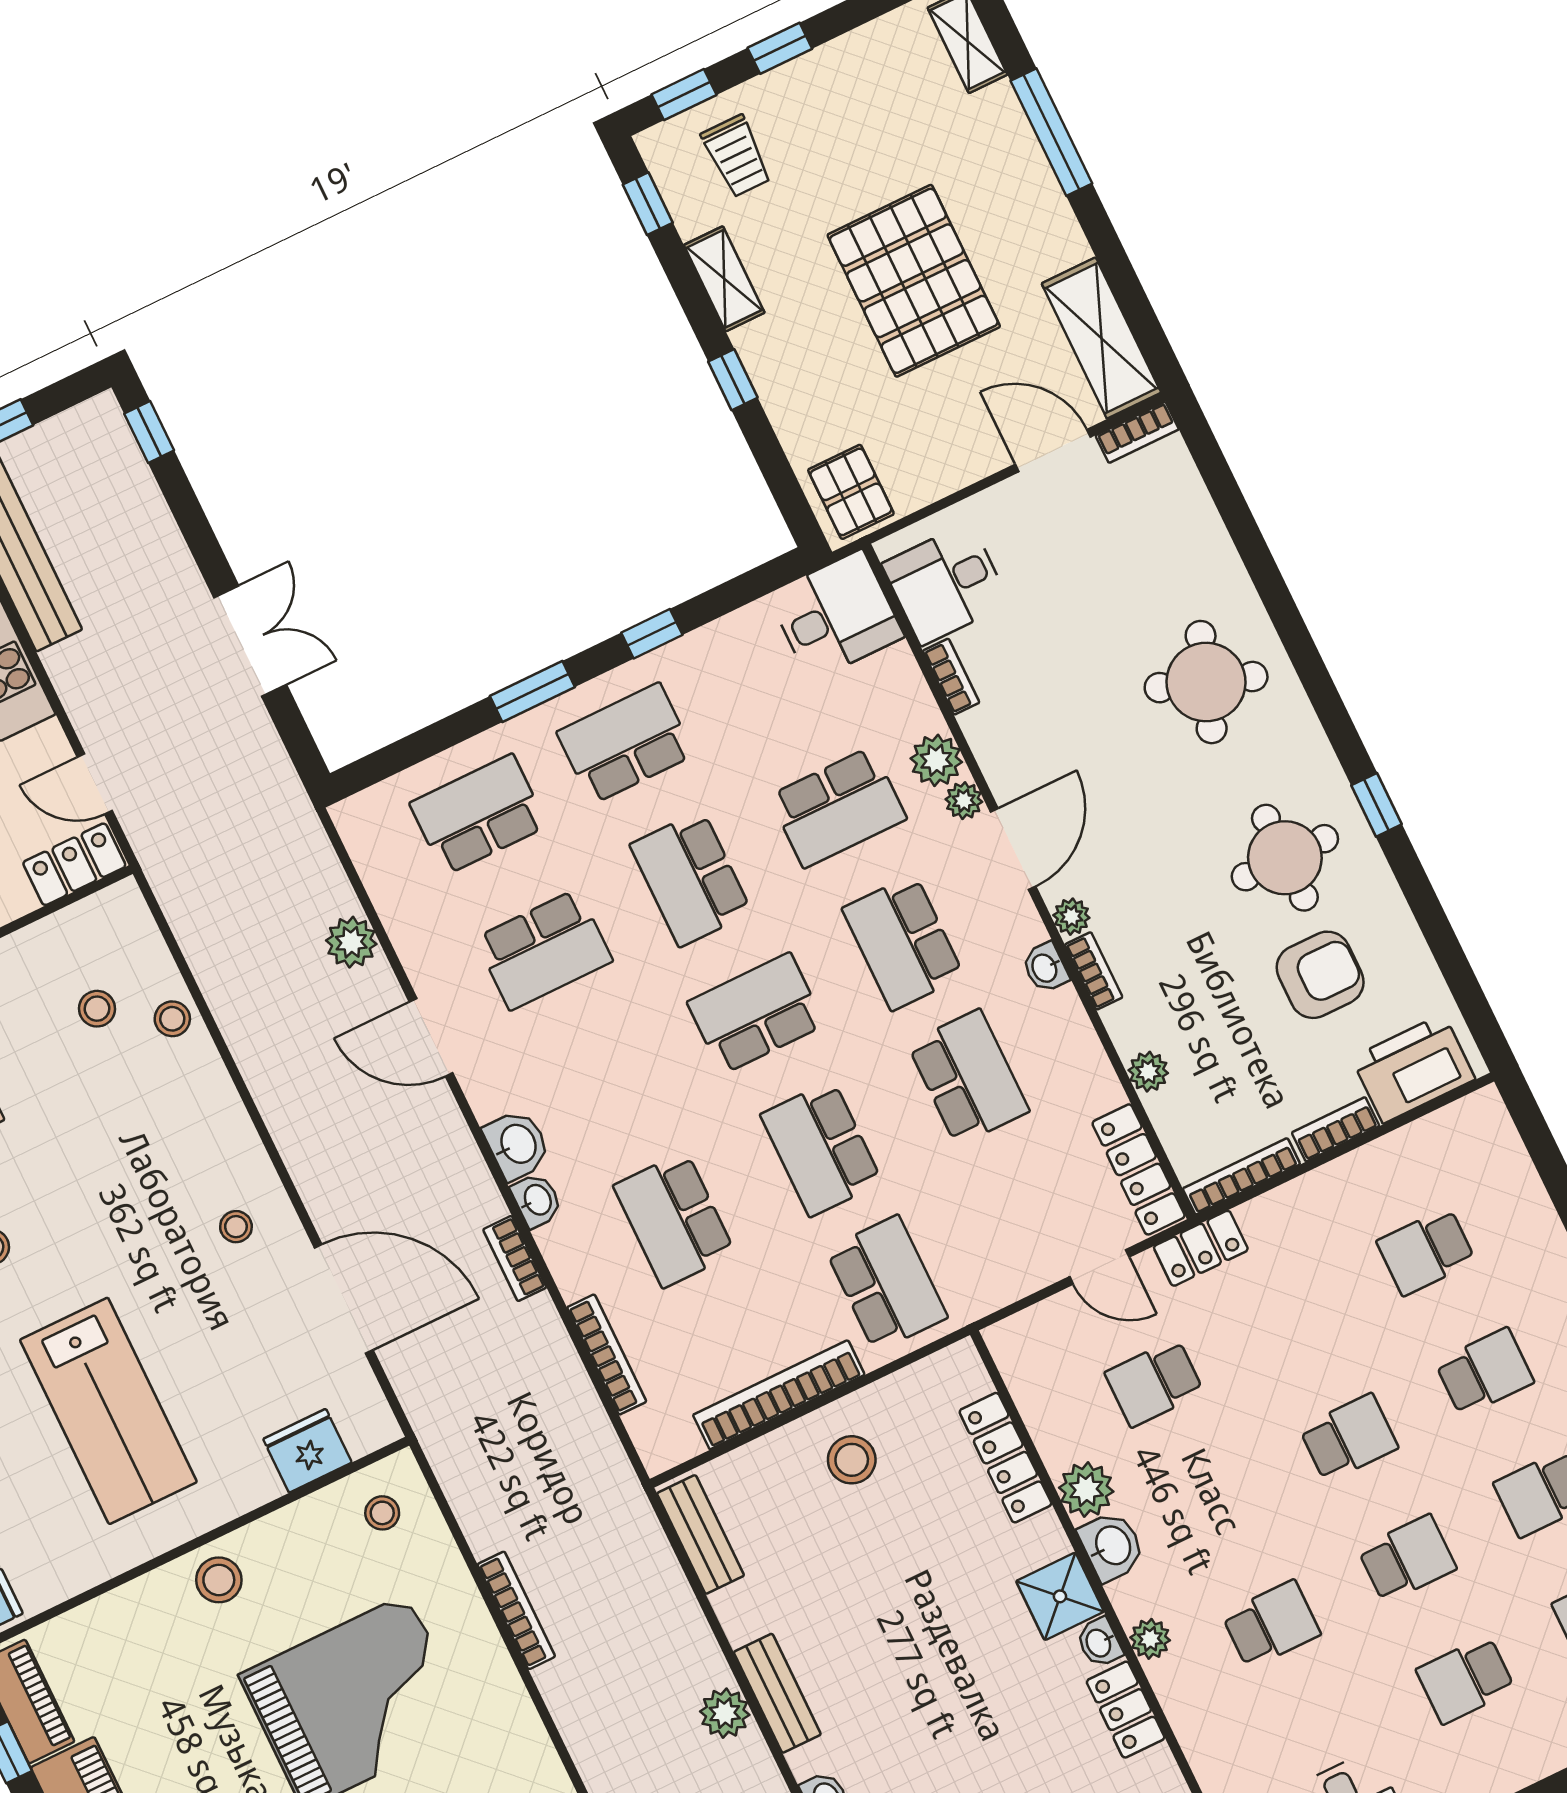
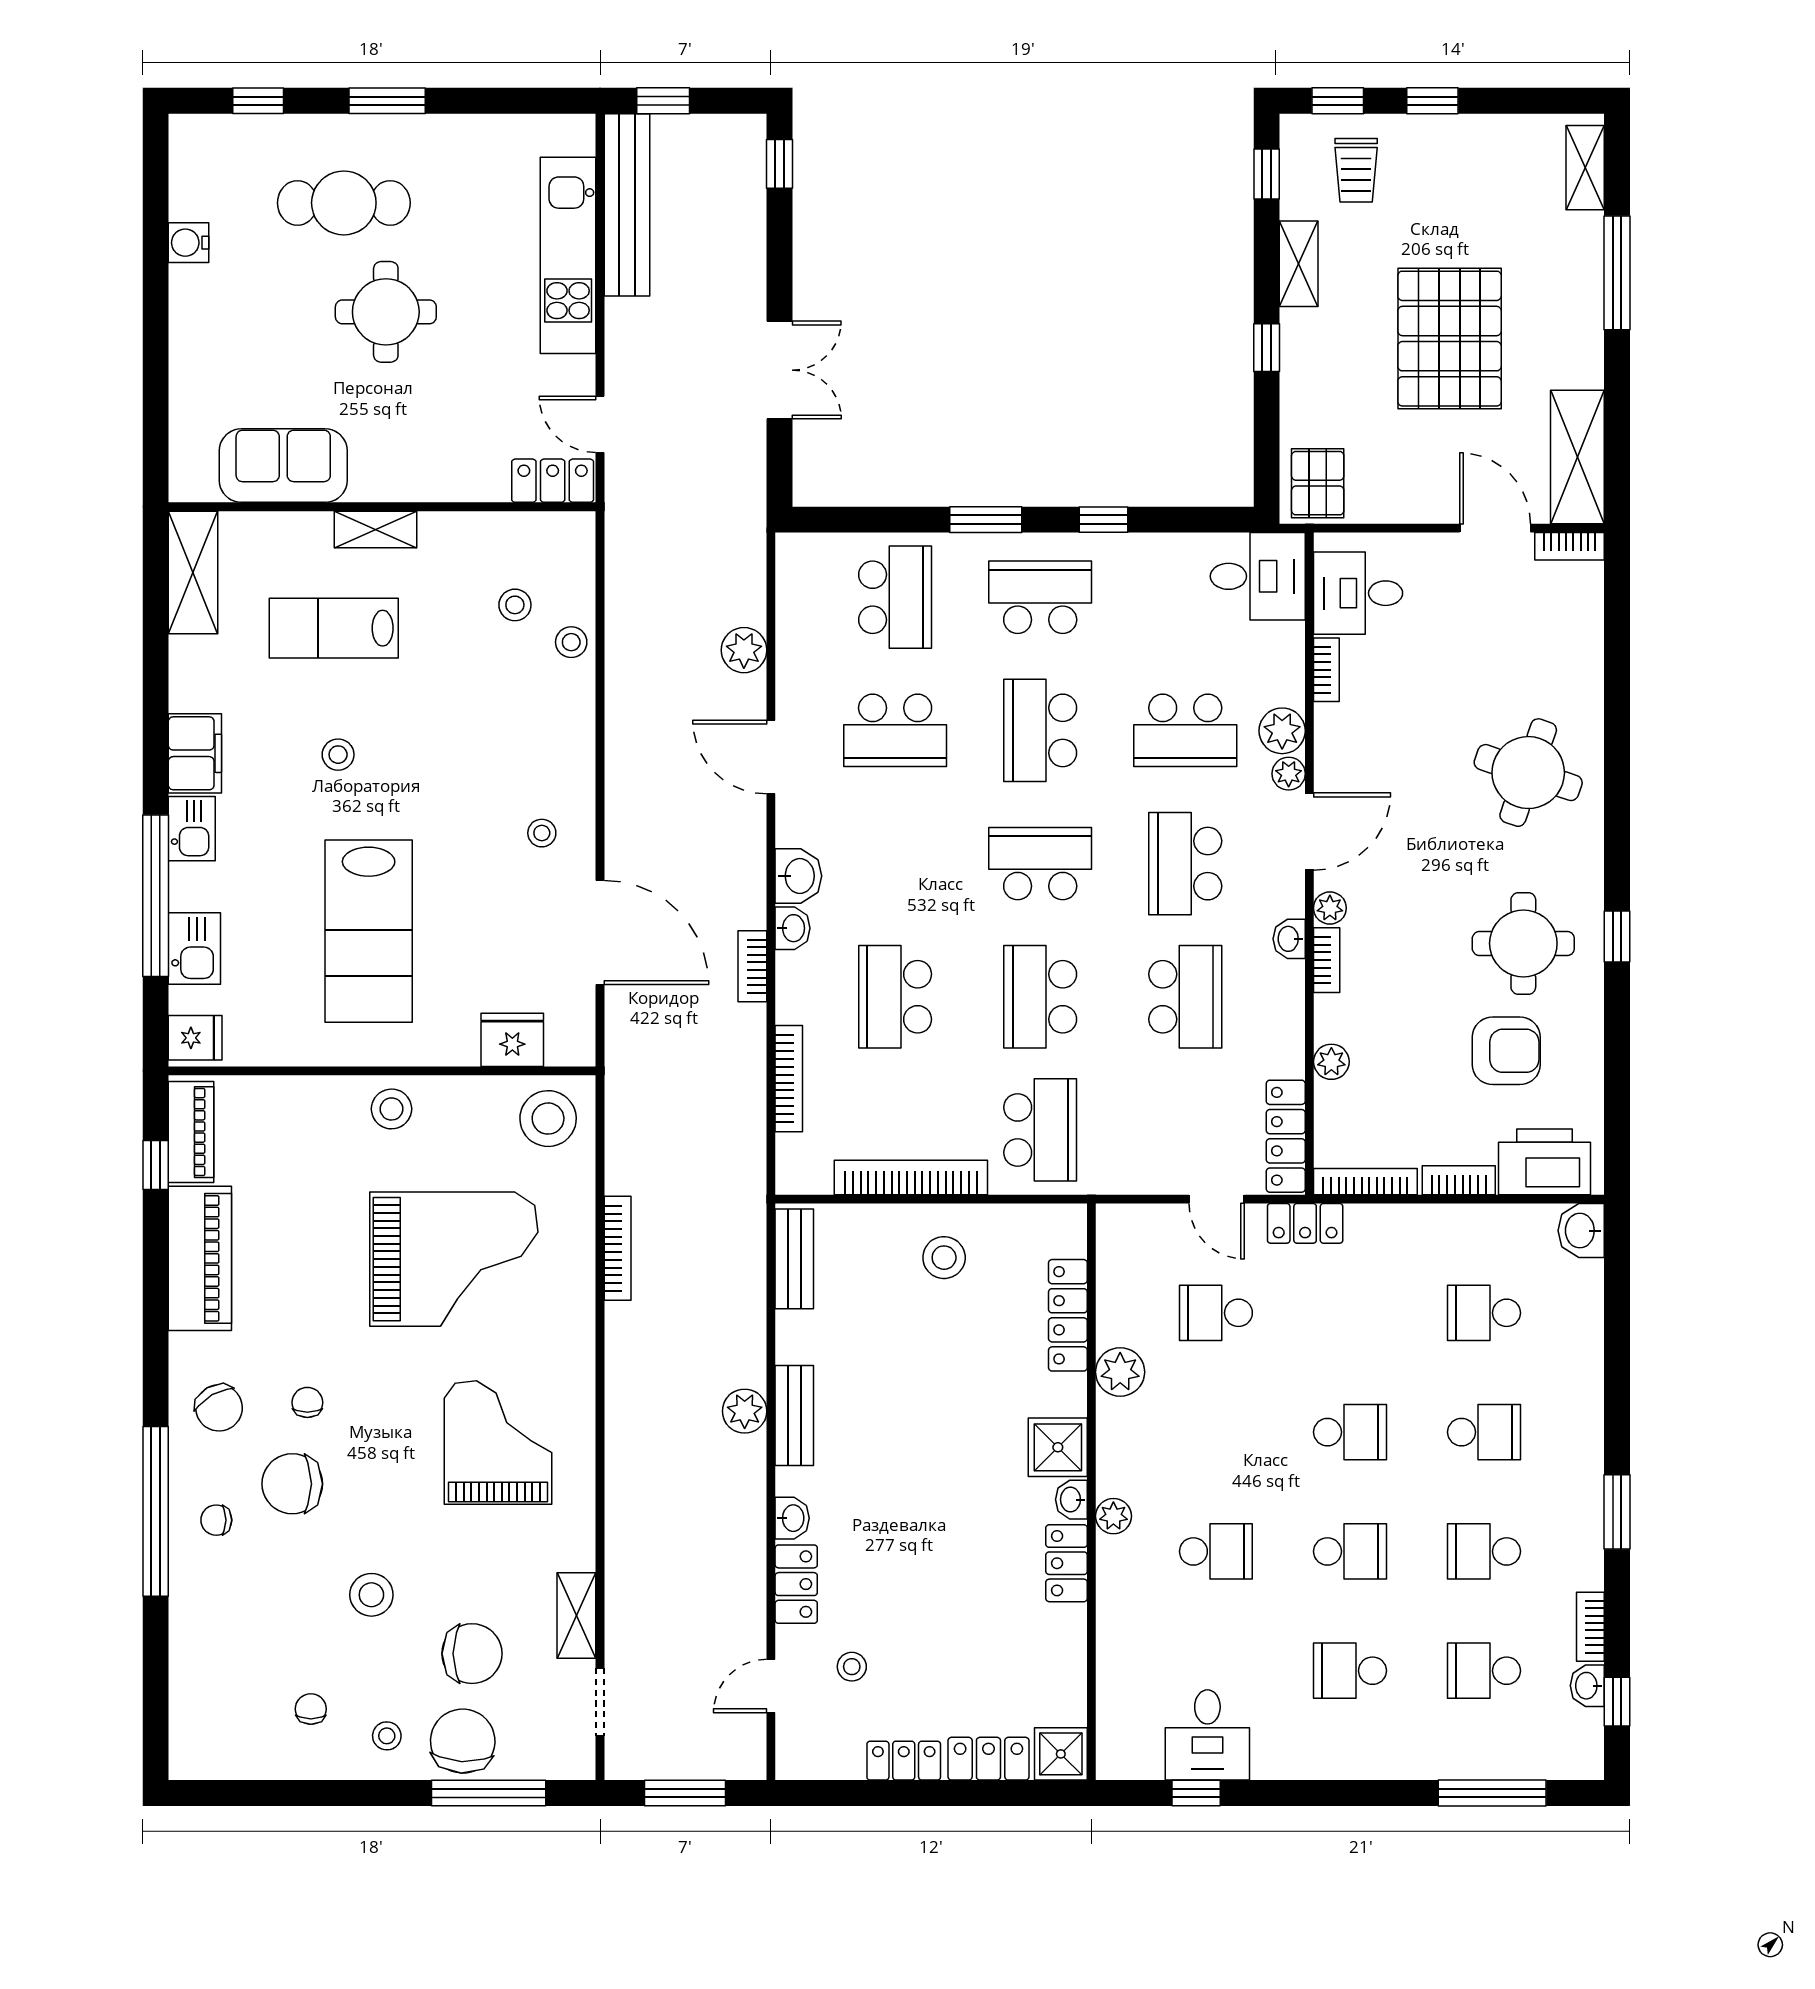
school desk: (479, 815) -> (895, 597), turned 90
stool: (382, 1513) -> (548, 1119), width x1.89, depth x1.89
washbasin: (1112, 1546) -> (1581, 1231), moved, turned 180

